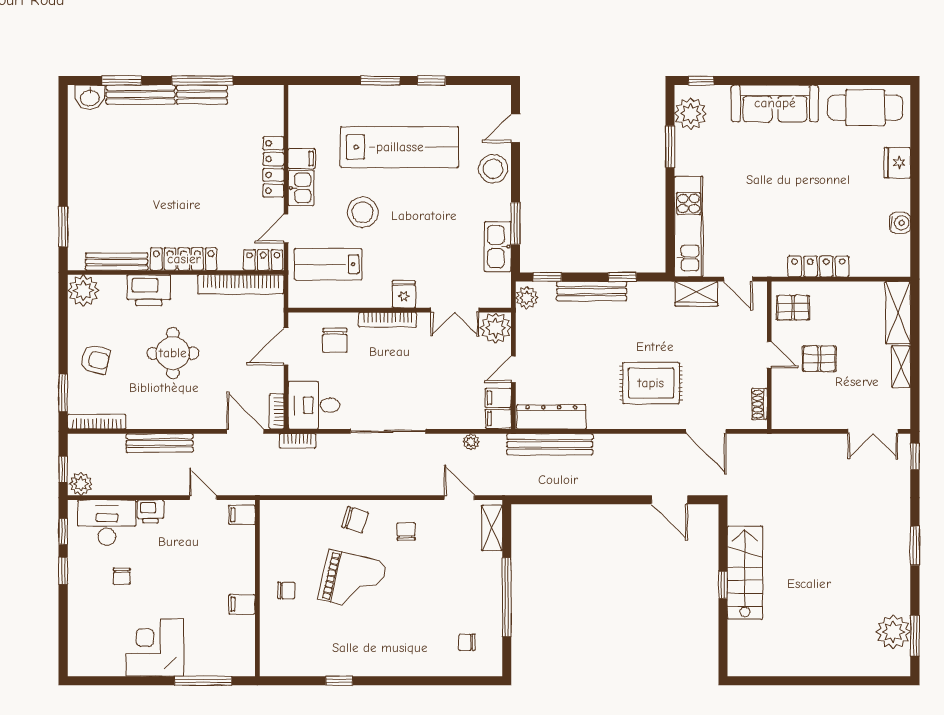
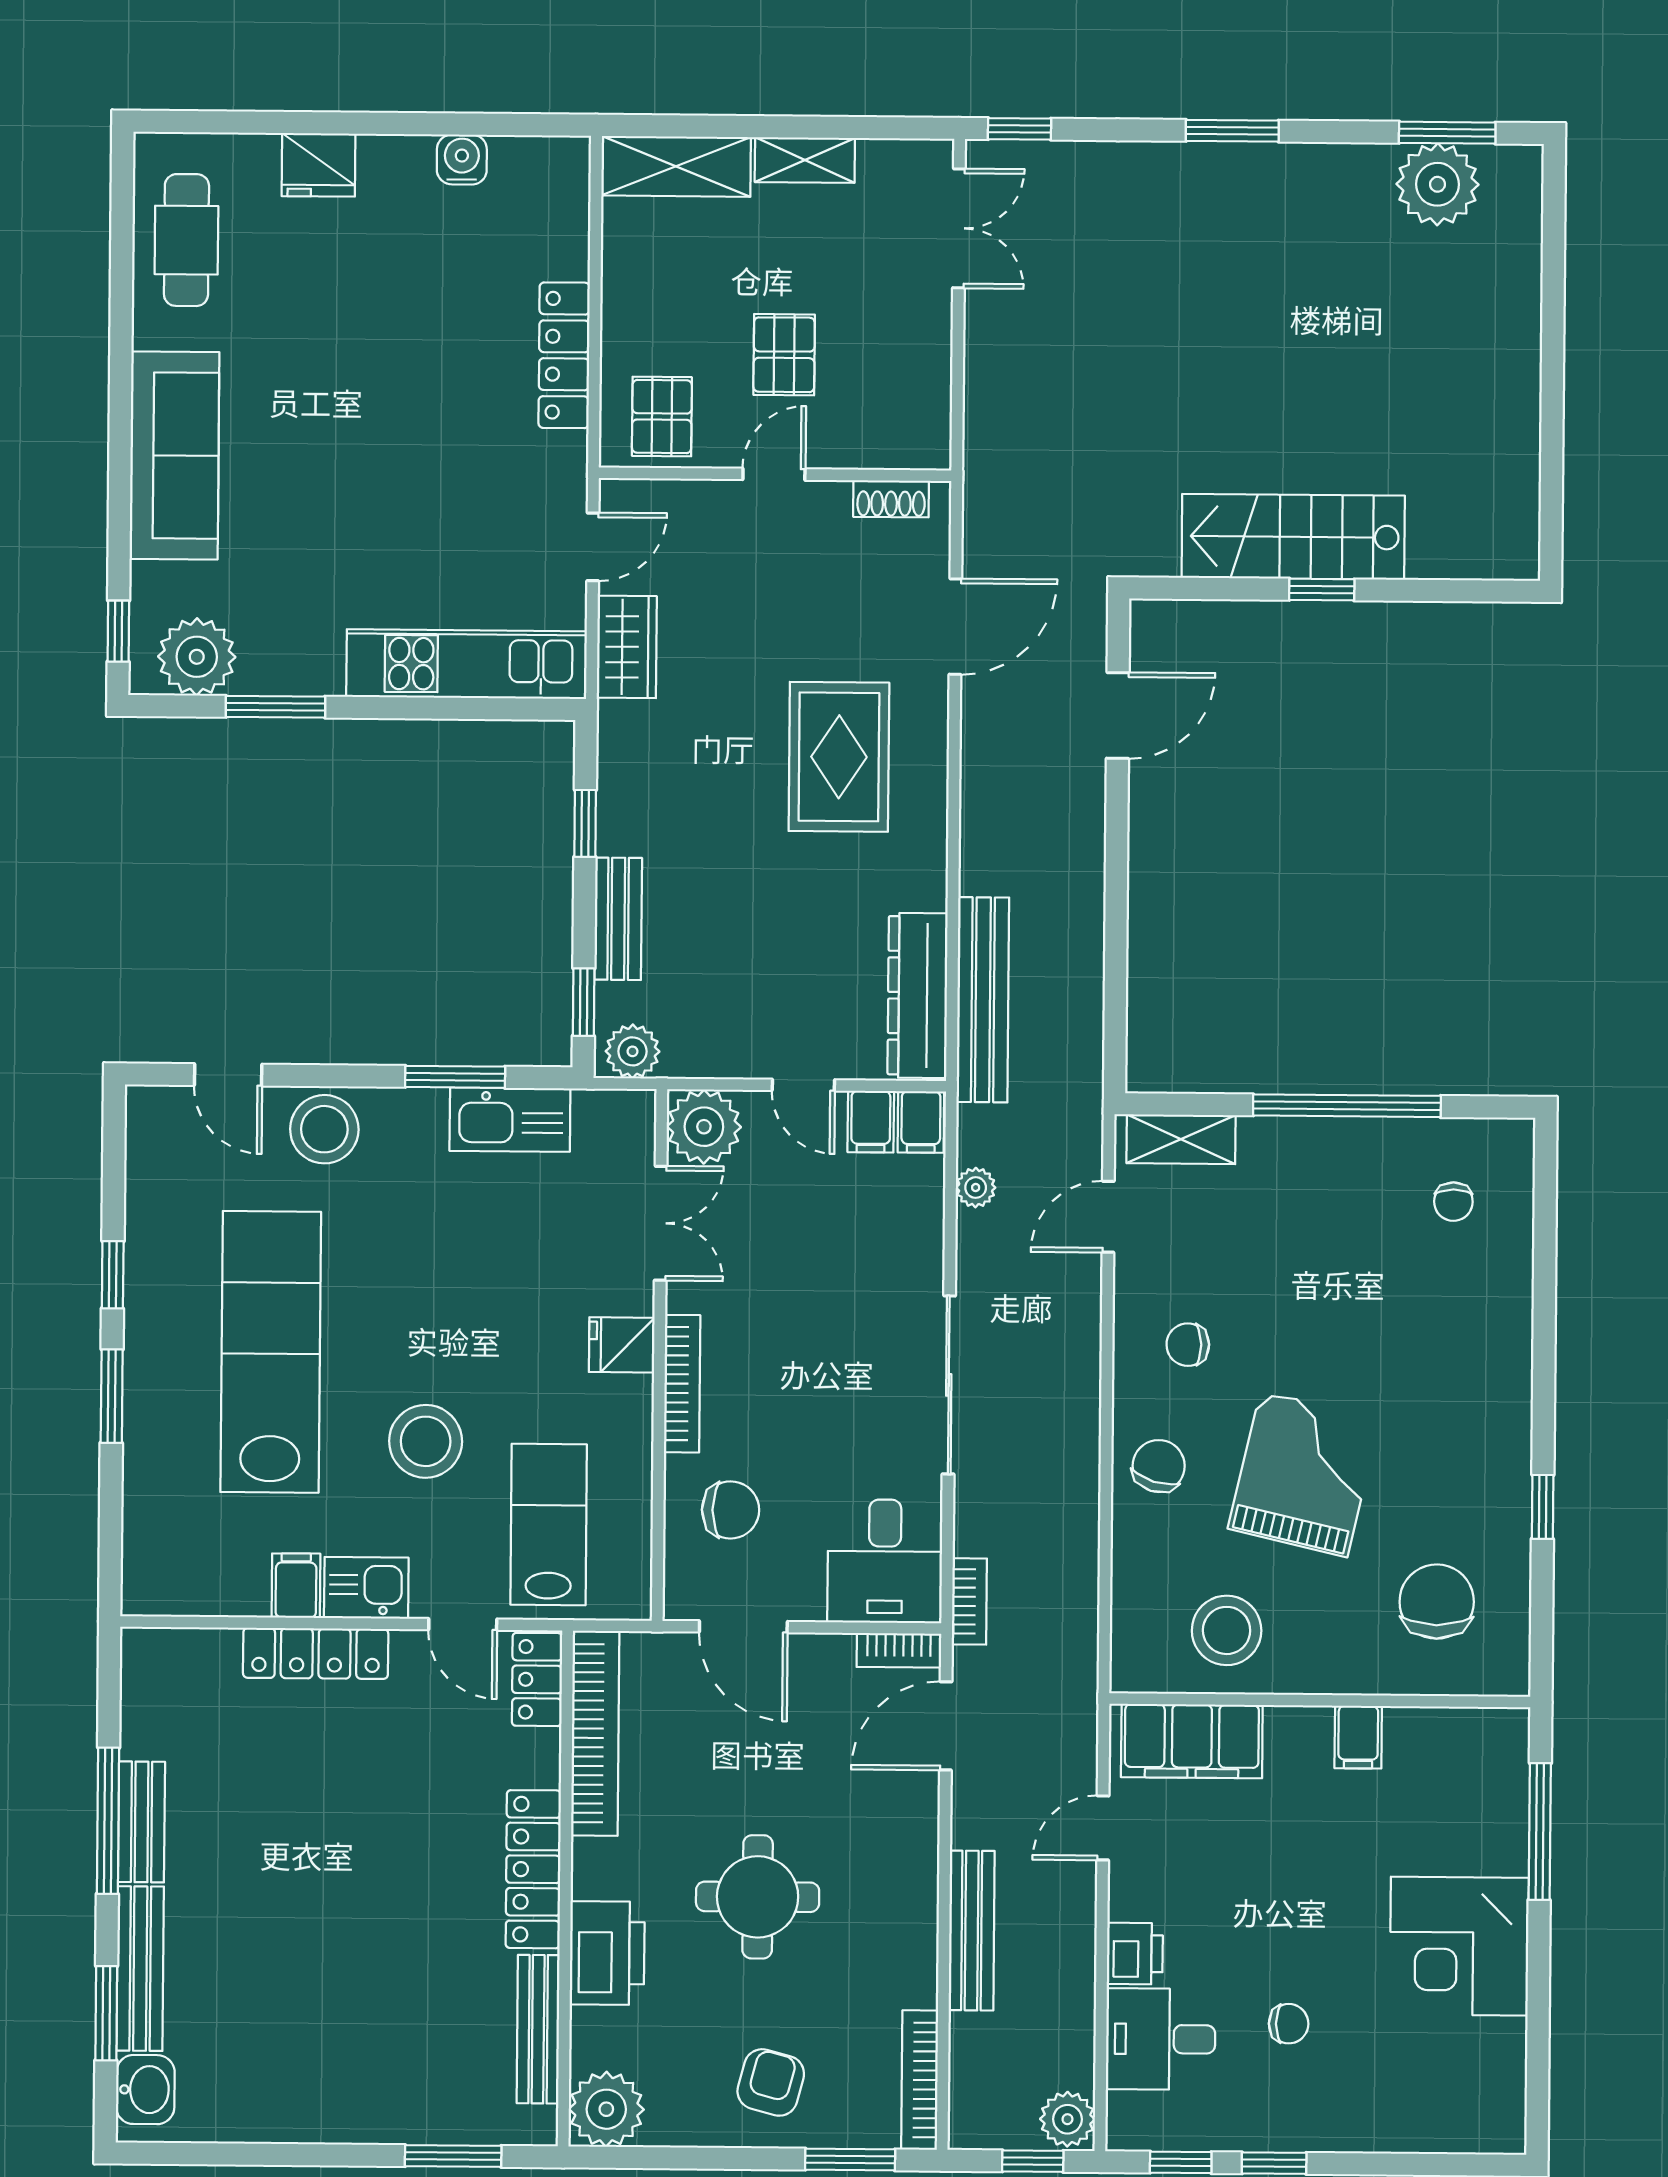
cafe table: (865, 108) -> (186, 240), width x0.73, depth x0.74
lab bench: (328, 264) -> (549, 1525), turned 180
bench: (592, 291) -> (618, 919), width x0.73
filing cabinet: (242, 515) -> (1192, 1741), width x3.00, depth x1.17
desk: (107, 523) -> (1161, 2039), width x0.73
stool: (286, 549) -> (1227, 1630), added
chair: (286, 591) -> (1437, 1602), moved, width x1.87, depth x1.87

